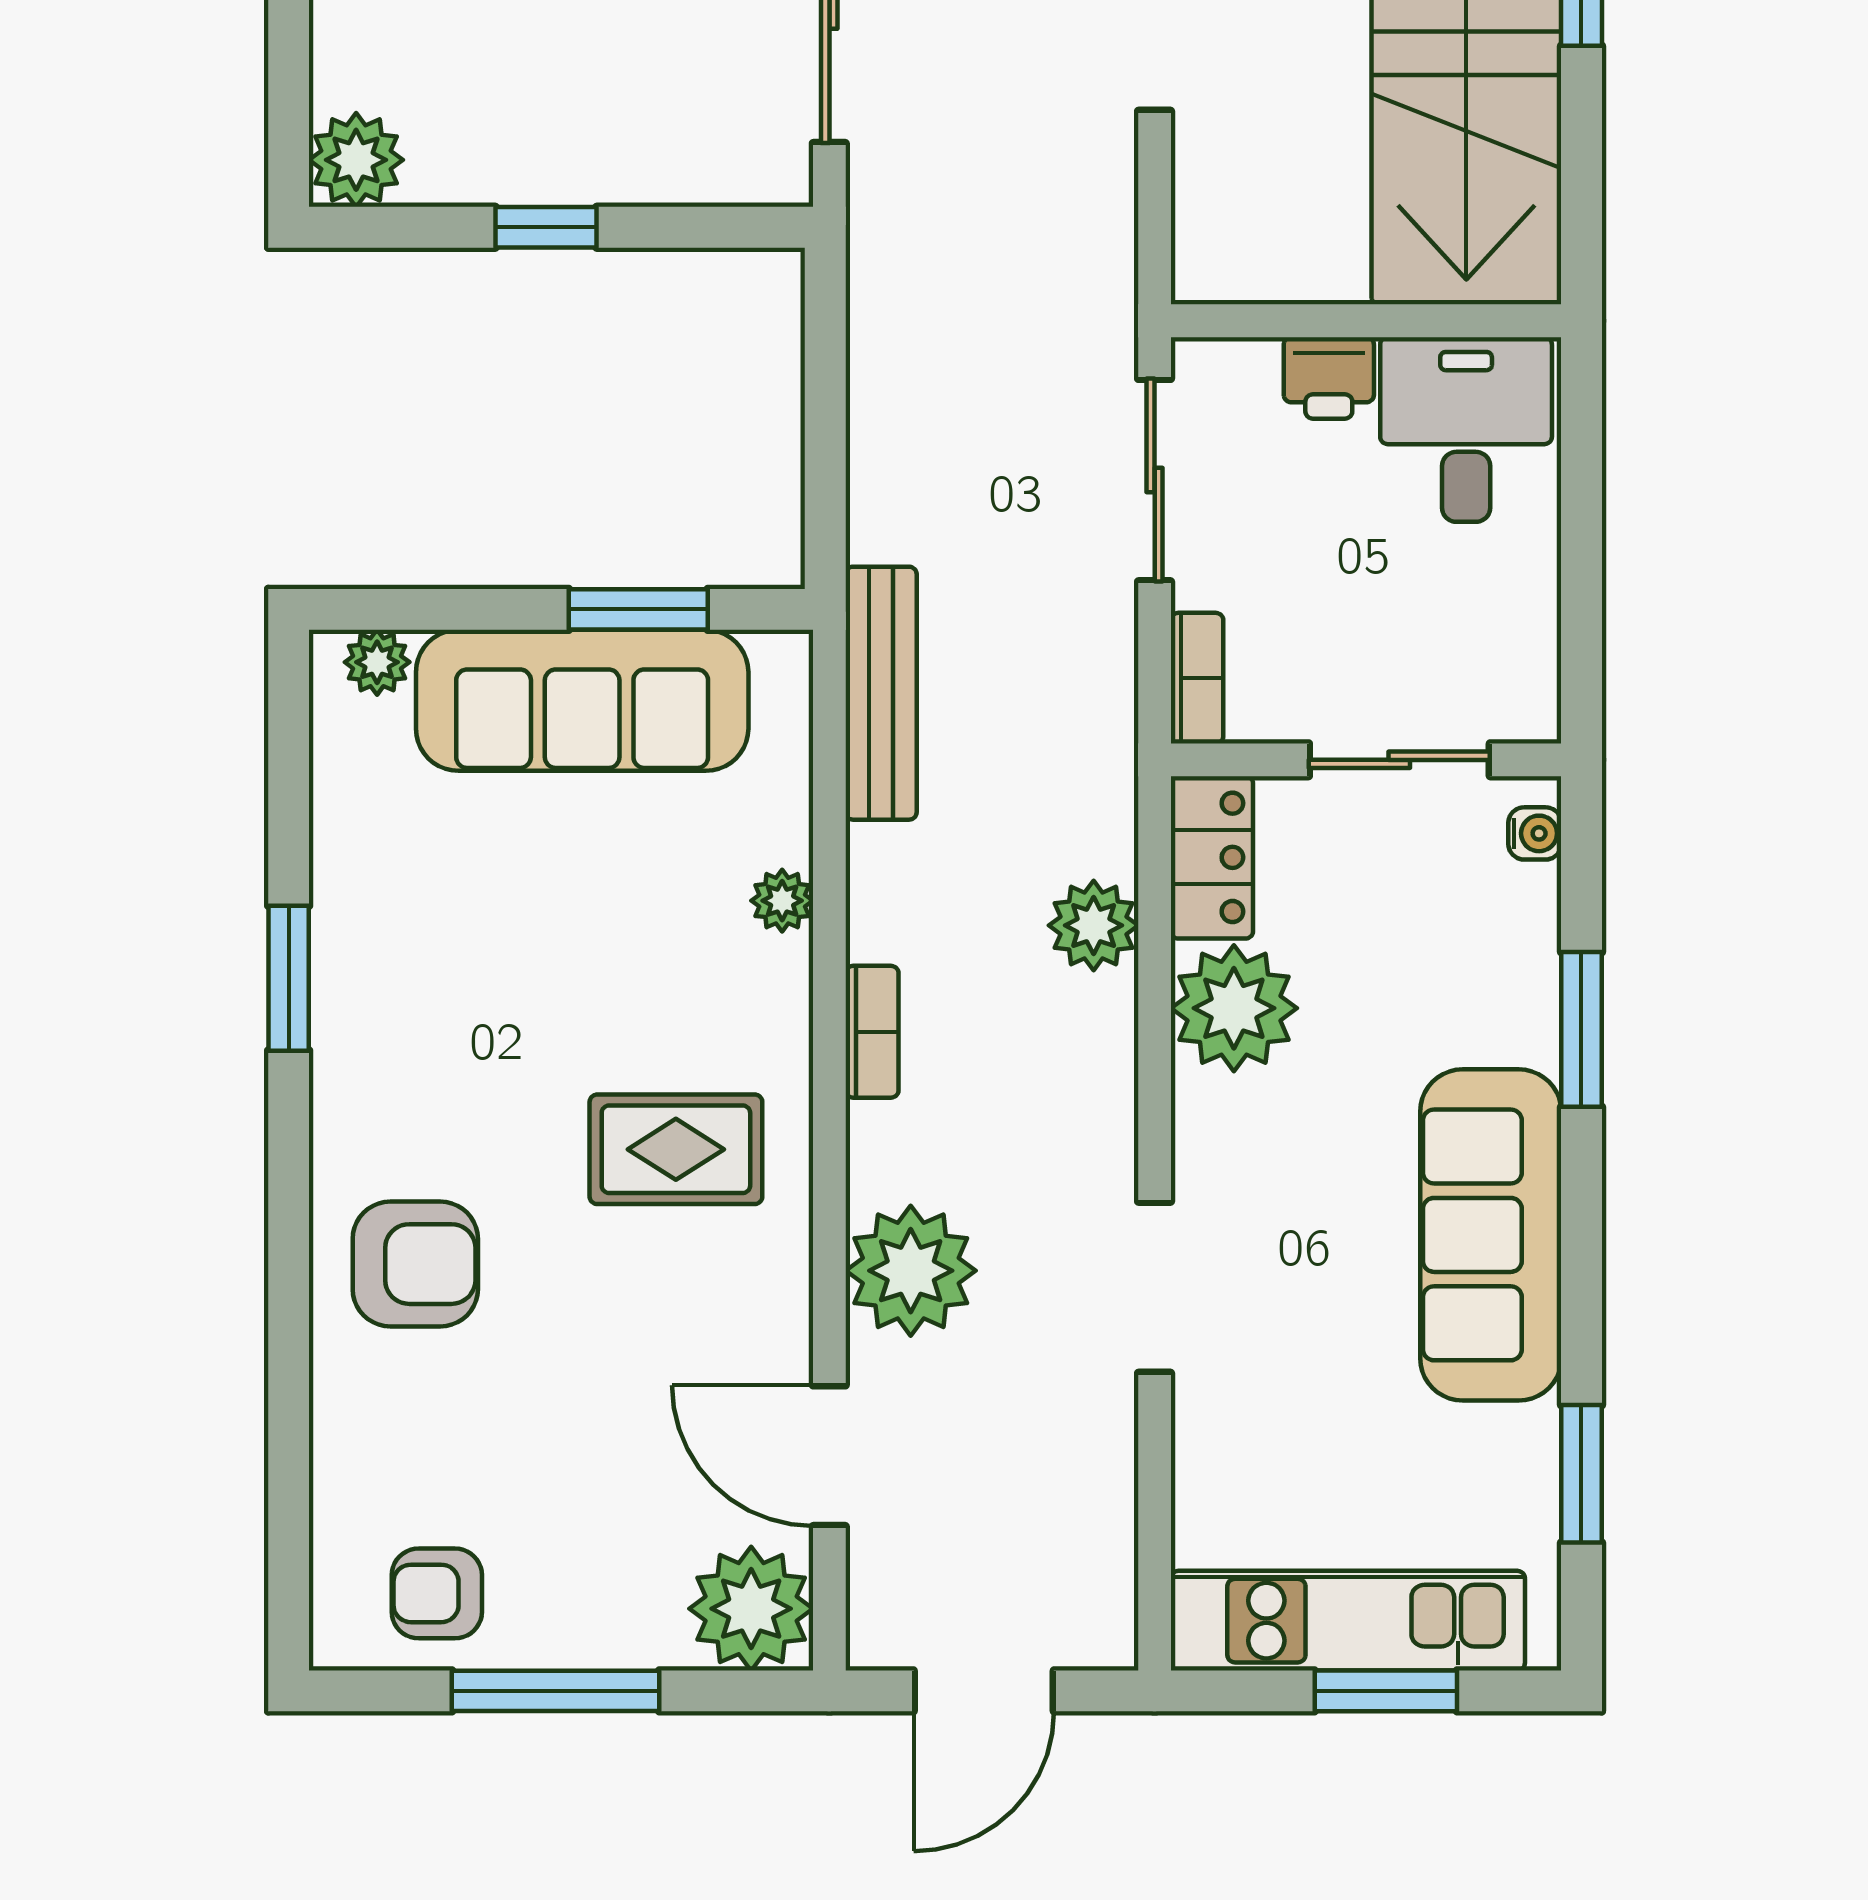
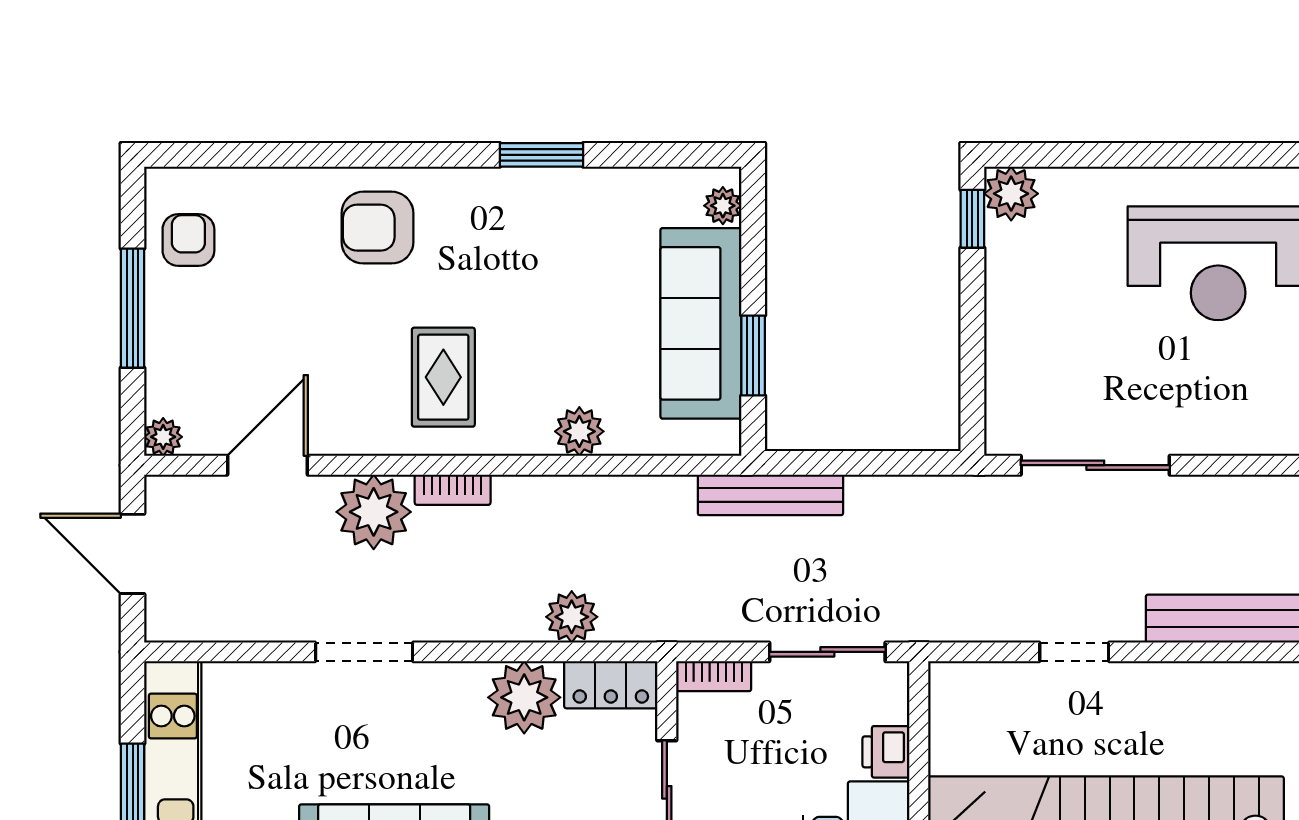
window: (546, 227) -> (972, 219), moved
bench: (881, 693) -> (770, 495), moved
plant: (782, 901) -> (579, 431), width x1.38, depth x1.38
bookcase: (872, 1032) -> (453, 490), moved
armchair: (415, 1264) -> (377, 228), turned 90
plant: (751, 1609) -> (163, 437), width x0.53, depth x0.53

